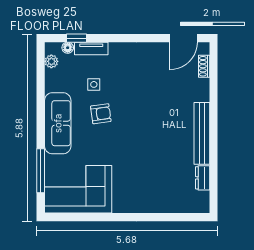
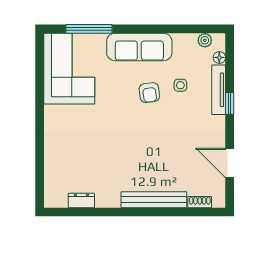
window: (76, 38) -> (230, 103), moved
door: (183, 38) -> (230, 163), moved
tv unit: (91, 48) -> (219, 90), width x1.41
bench: (202, 133) -> (154, 200), moved

